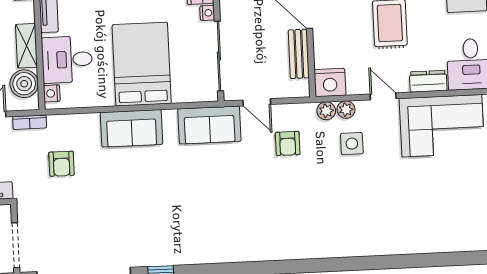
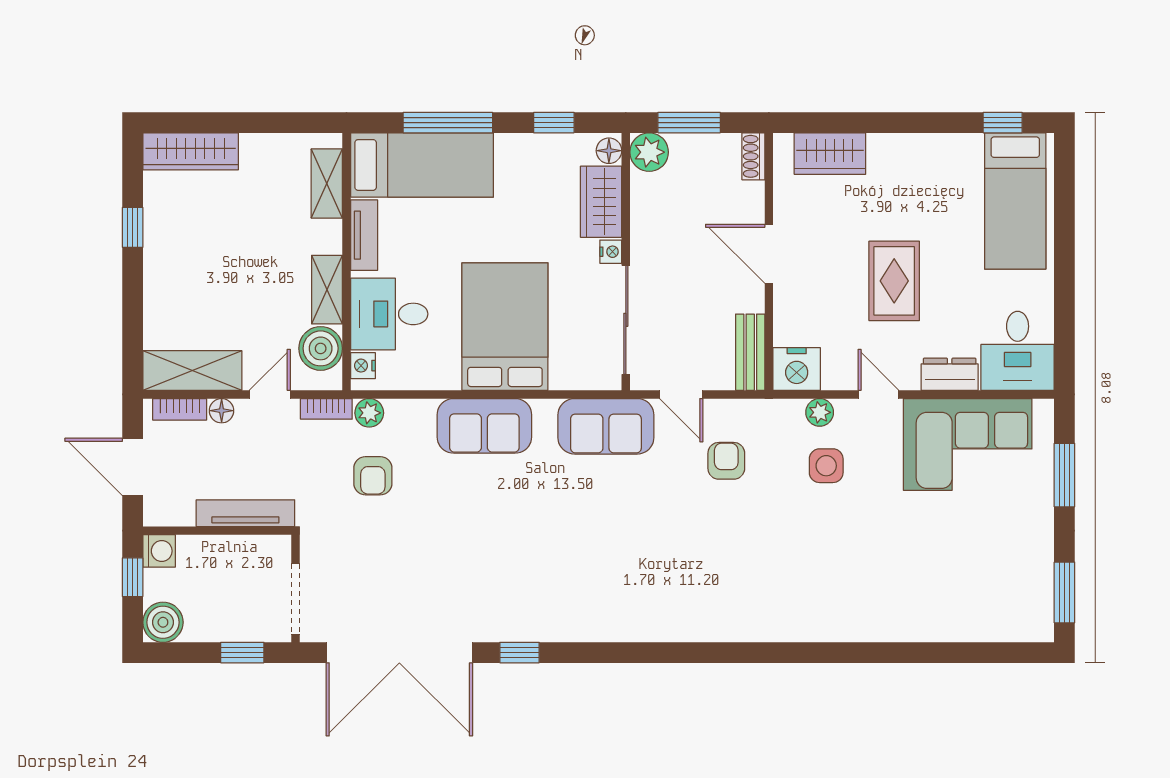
bench: (299, 54) -> (750, 352), moved
plant: (326, 111) -> (369, 413), moved
armchair: (288, 143) -> (726, 461), turned 180

